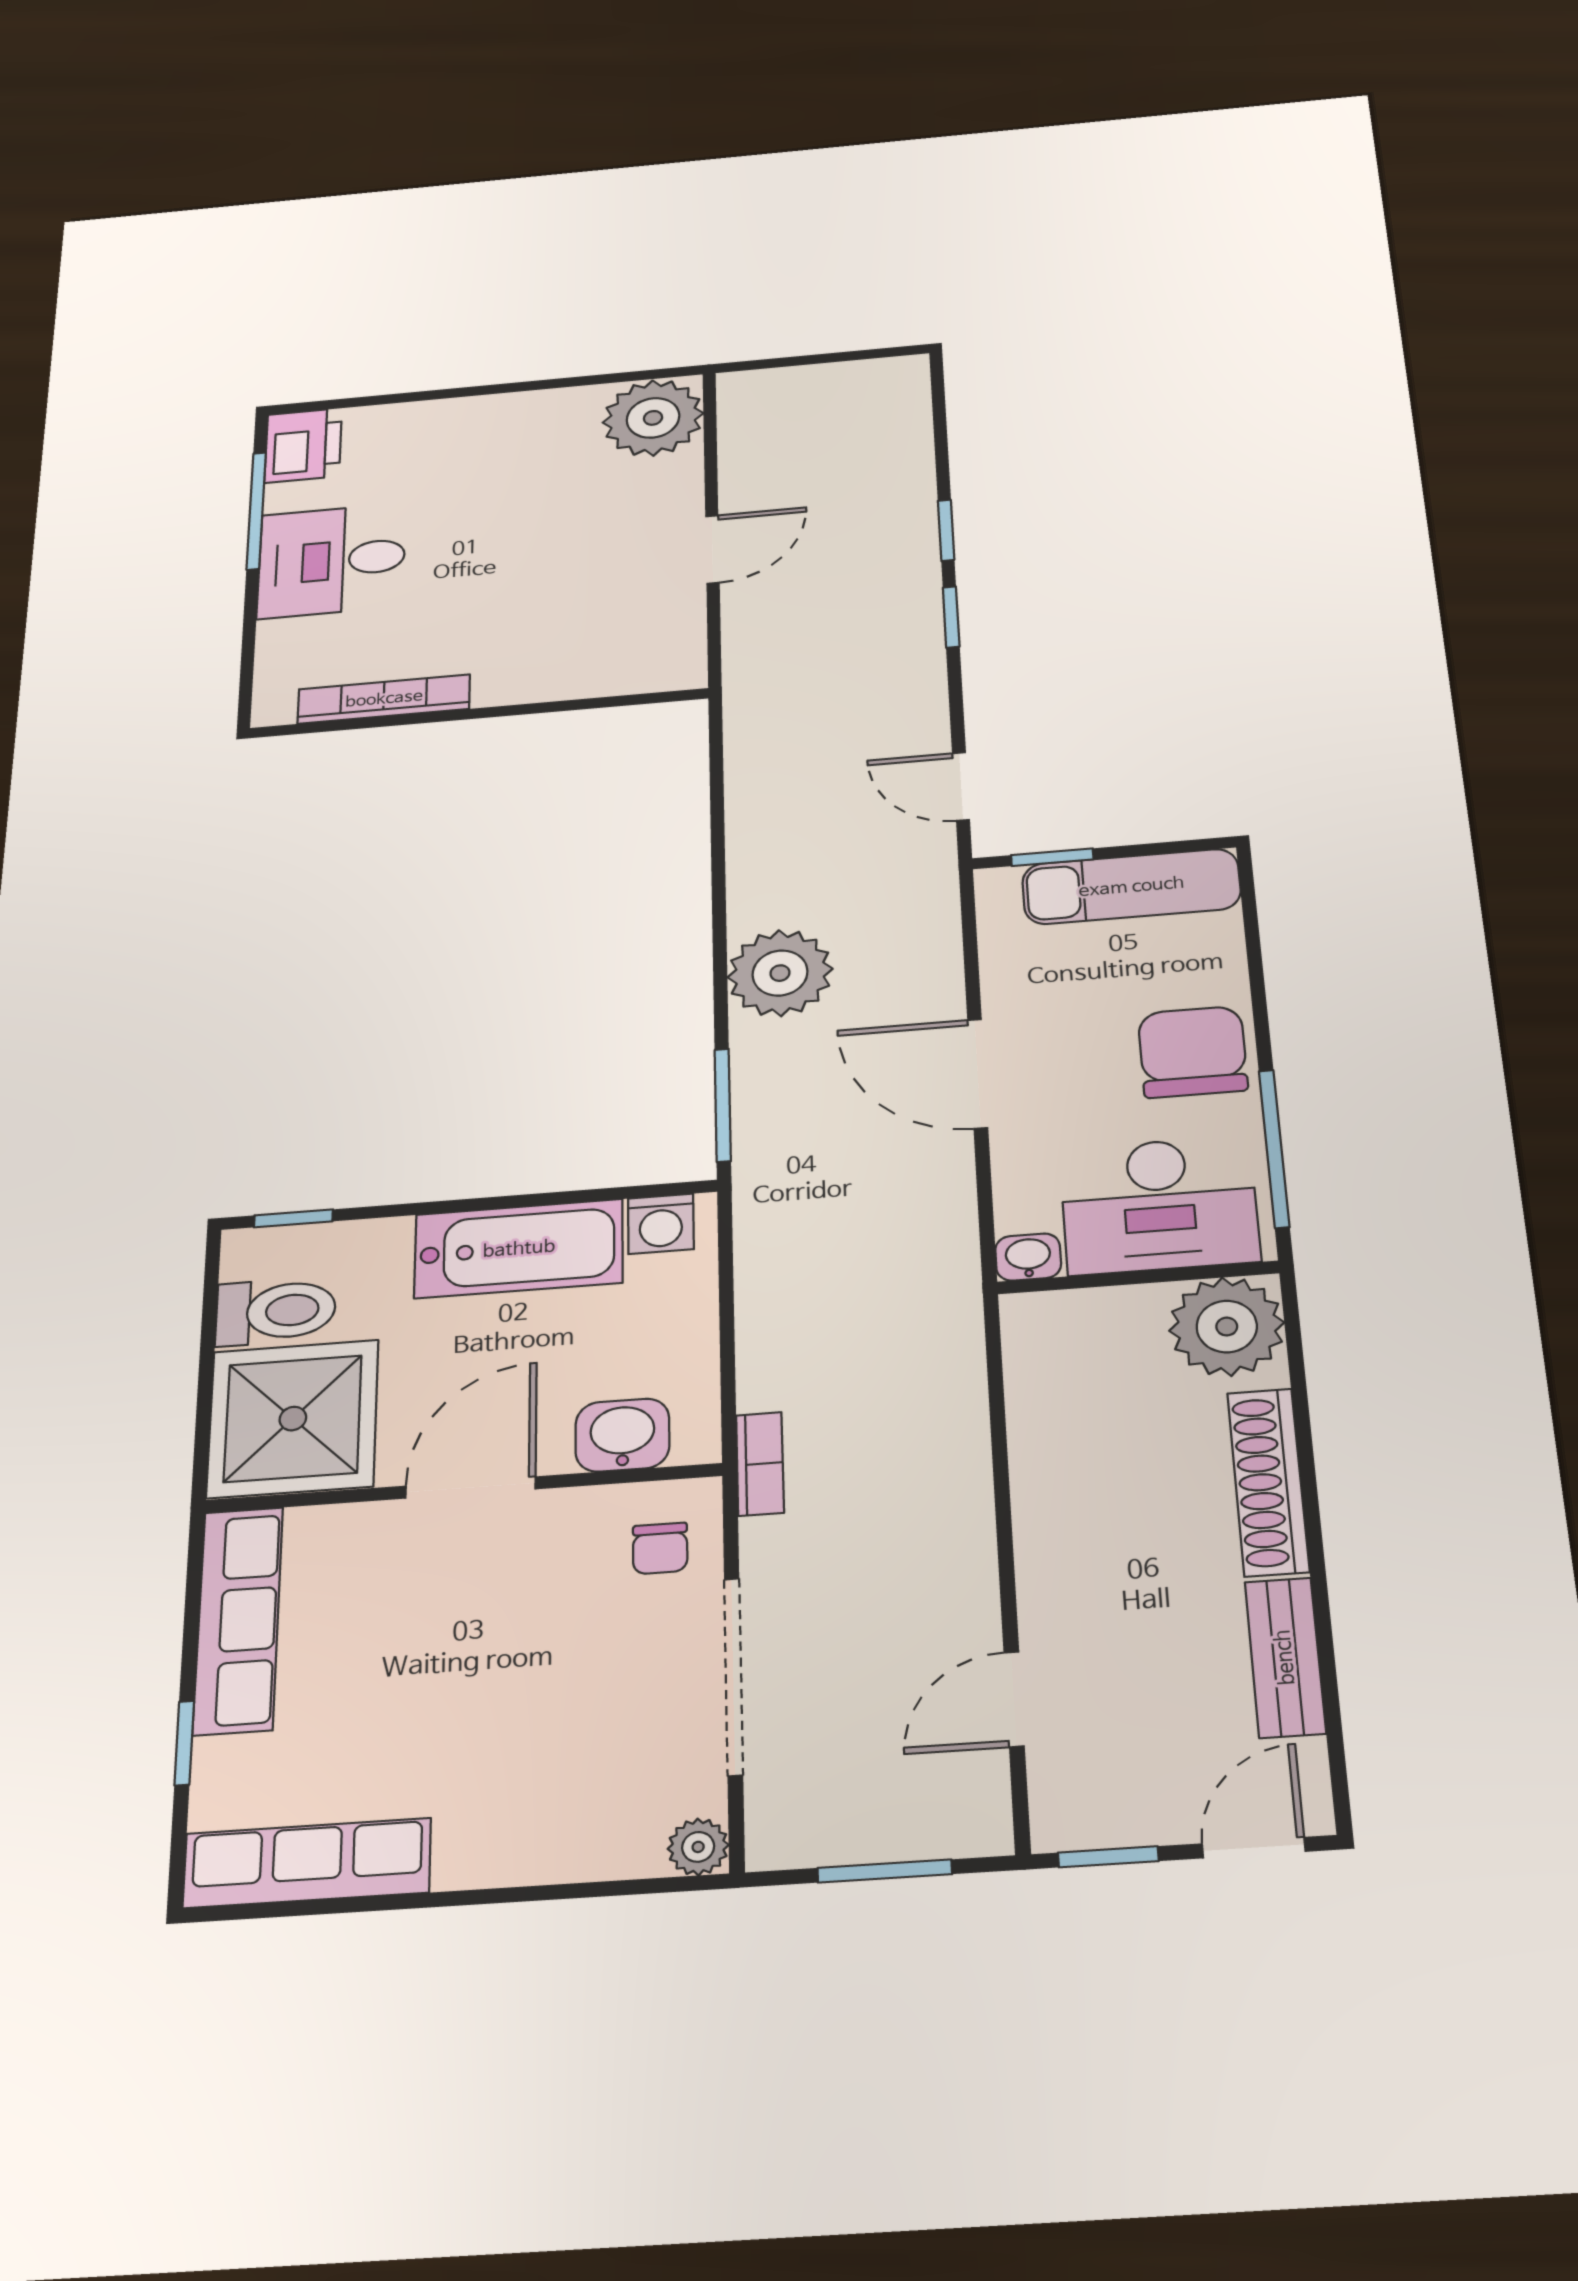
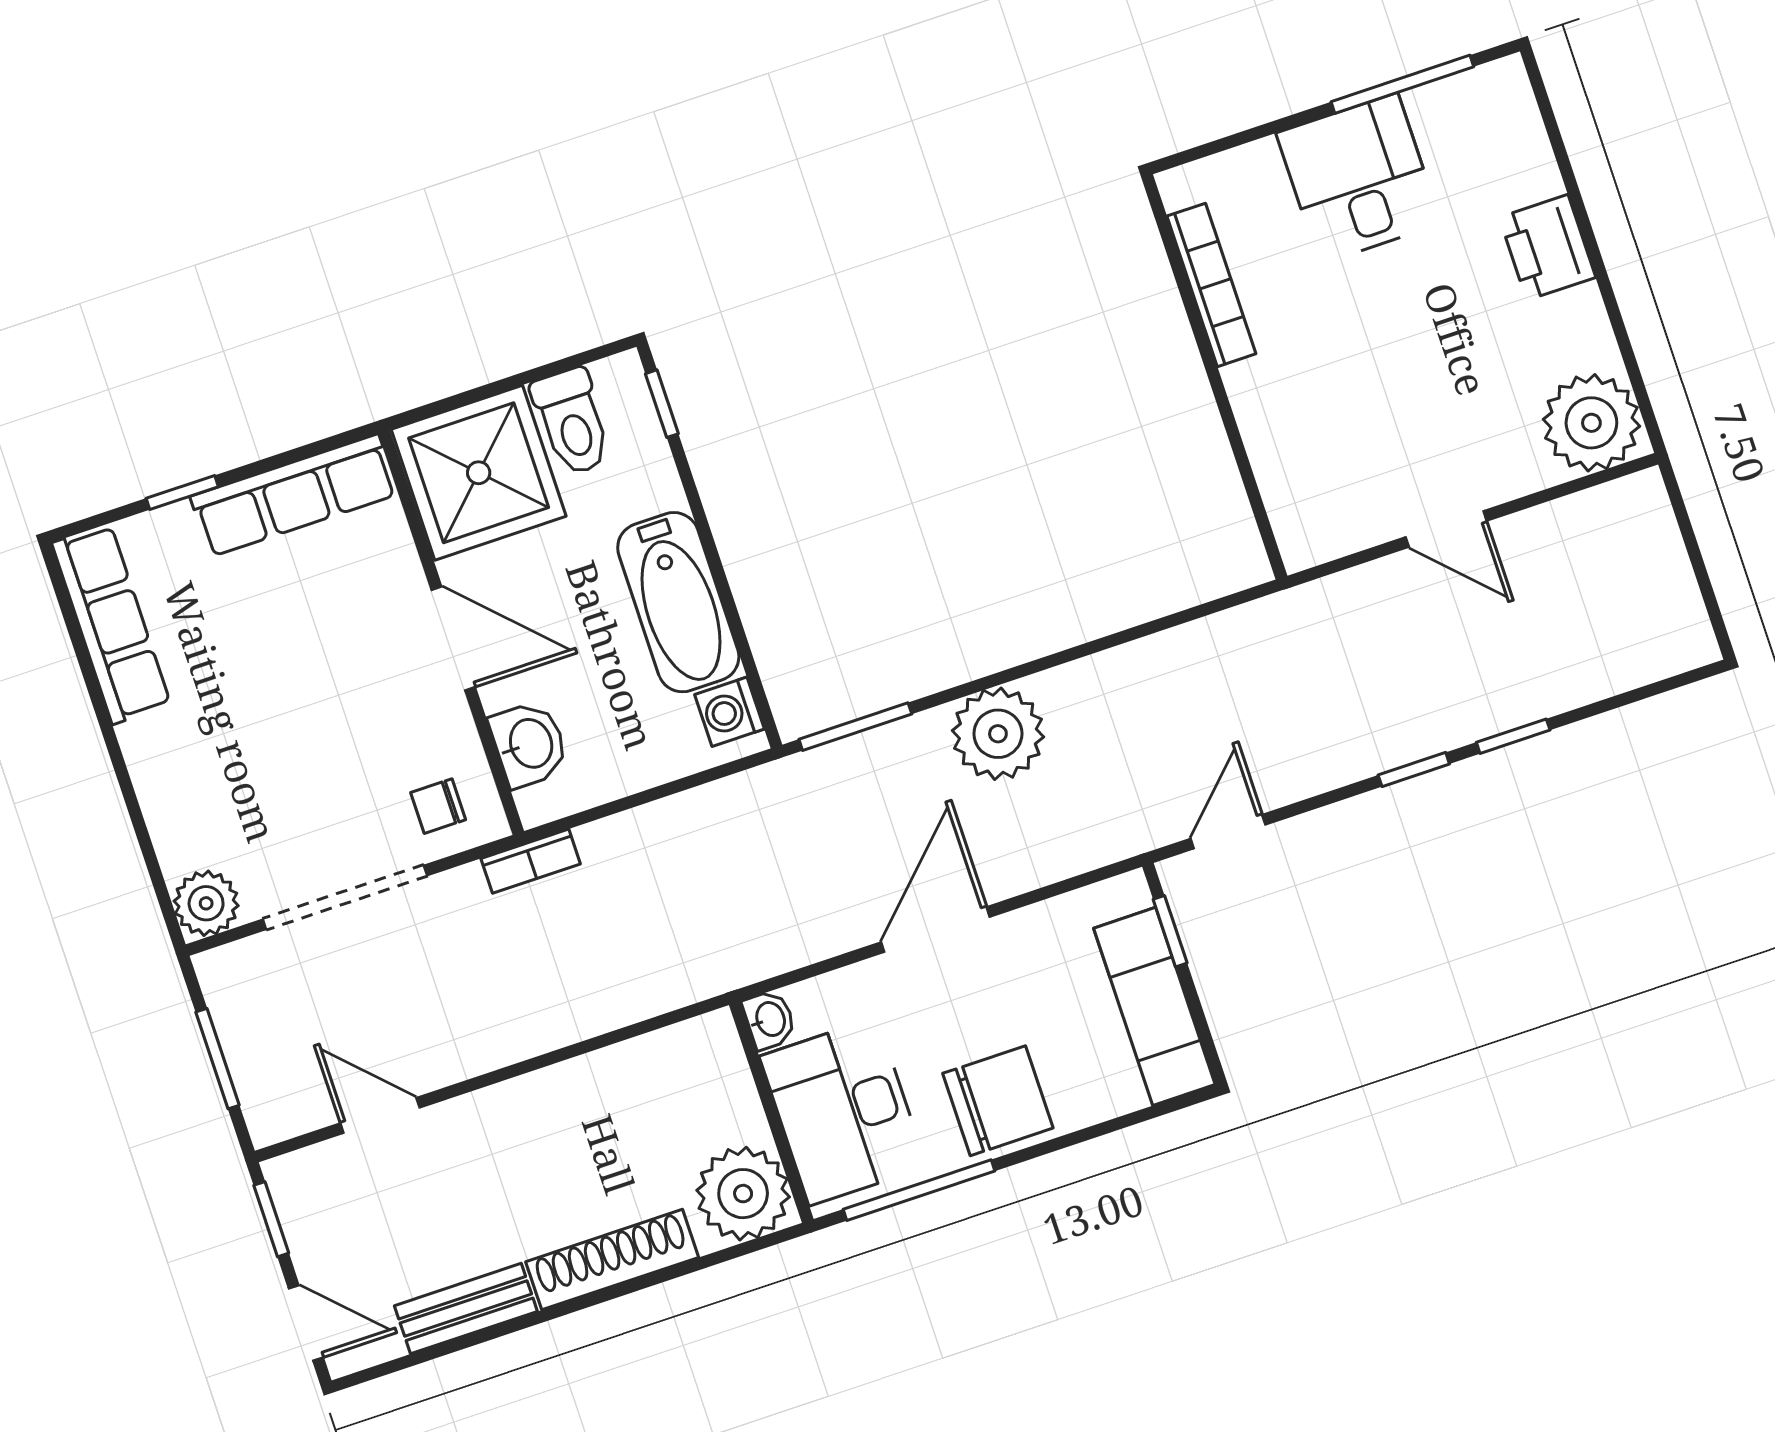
printer: (303, 445) -> (1547, 247), moved, turned 90
plant: (698, 1847) -> (206, 903), width x1.38, depth x1.38

